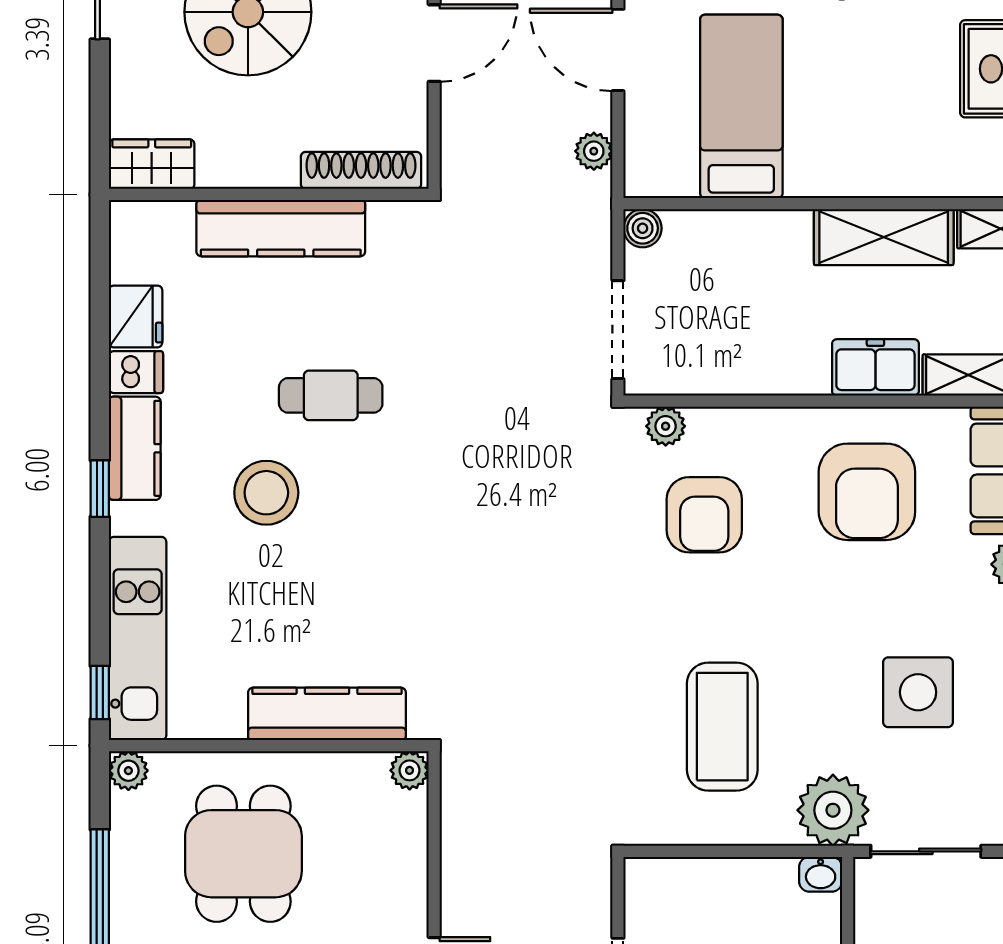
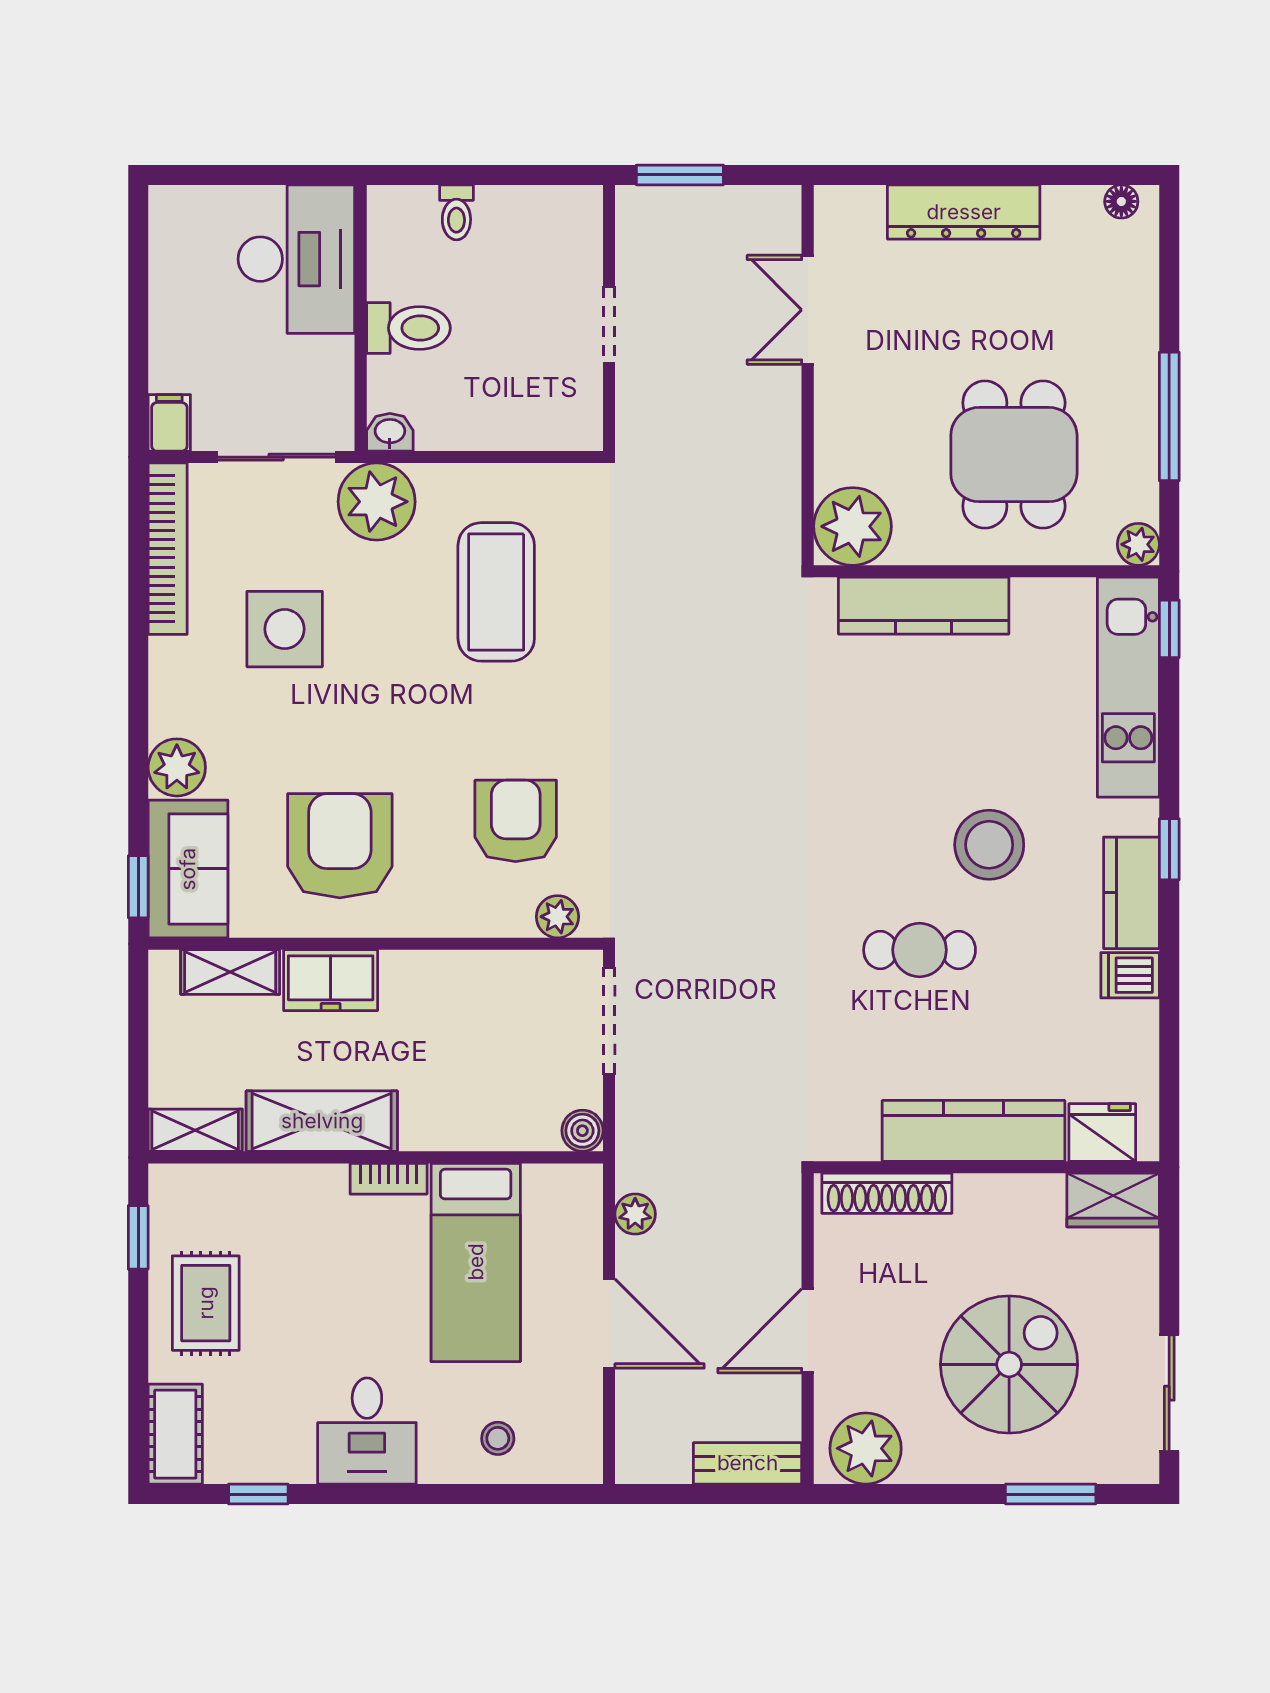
bookcase: (822, 184) -> (389, 1179), added
fridge: (136, 316) -> (1102, 1132), moved, turned 90
plant: (410, 770) -> (852, 526), width x1.88, depth x1.88

